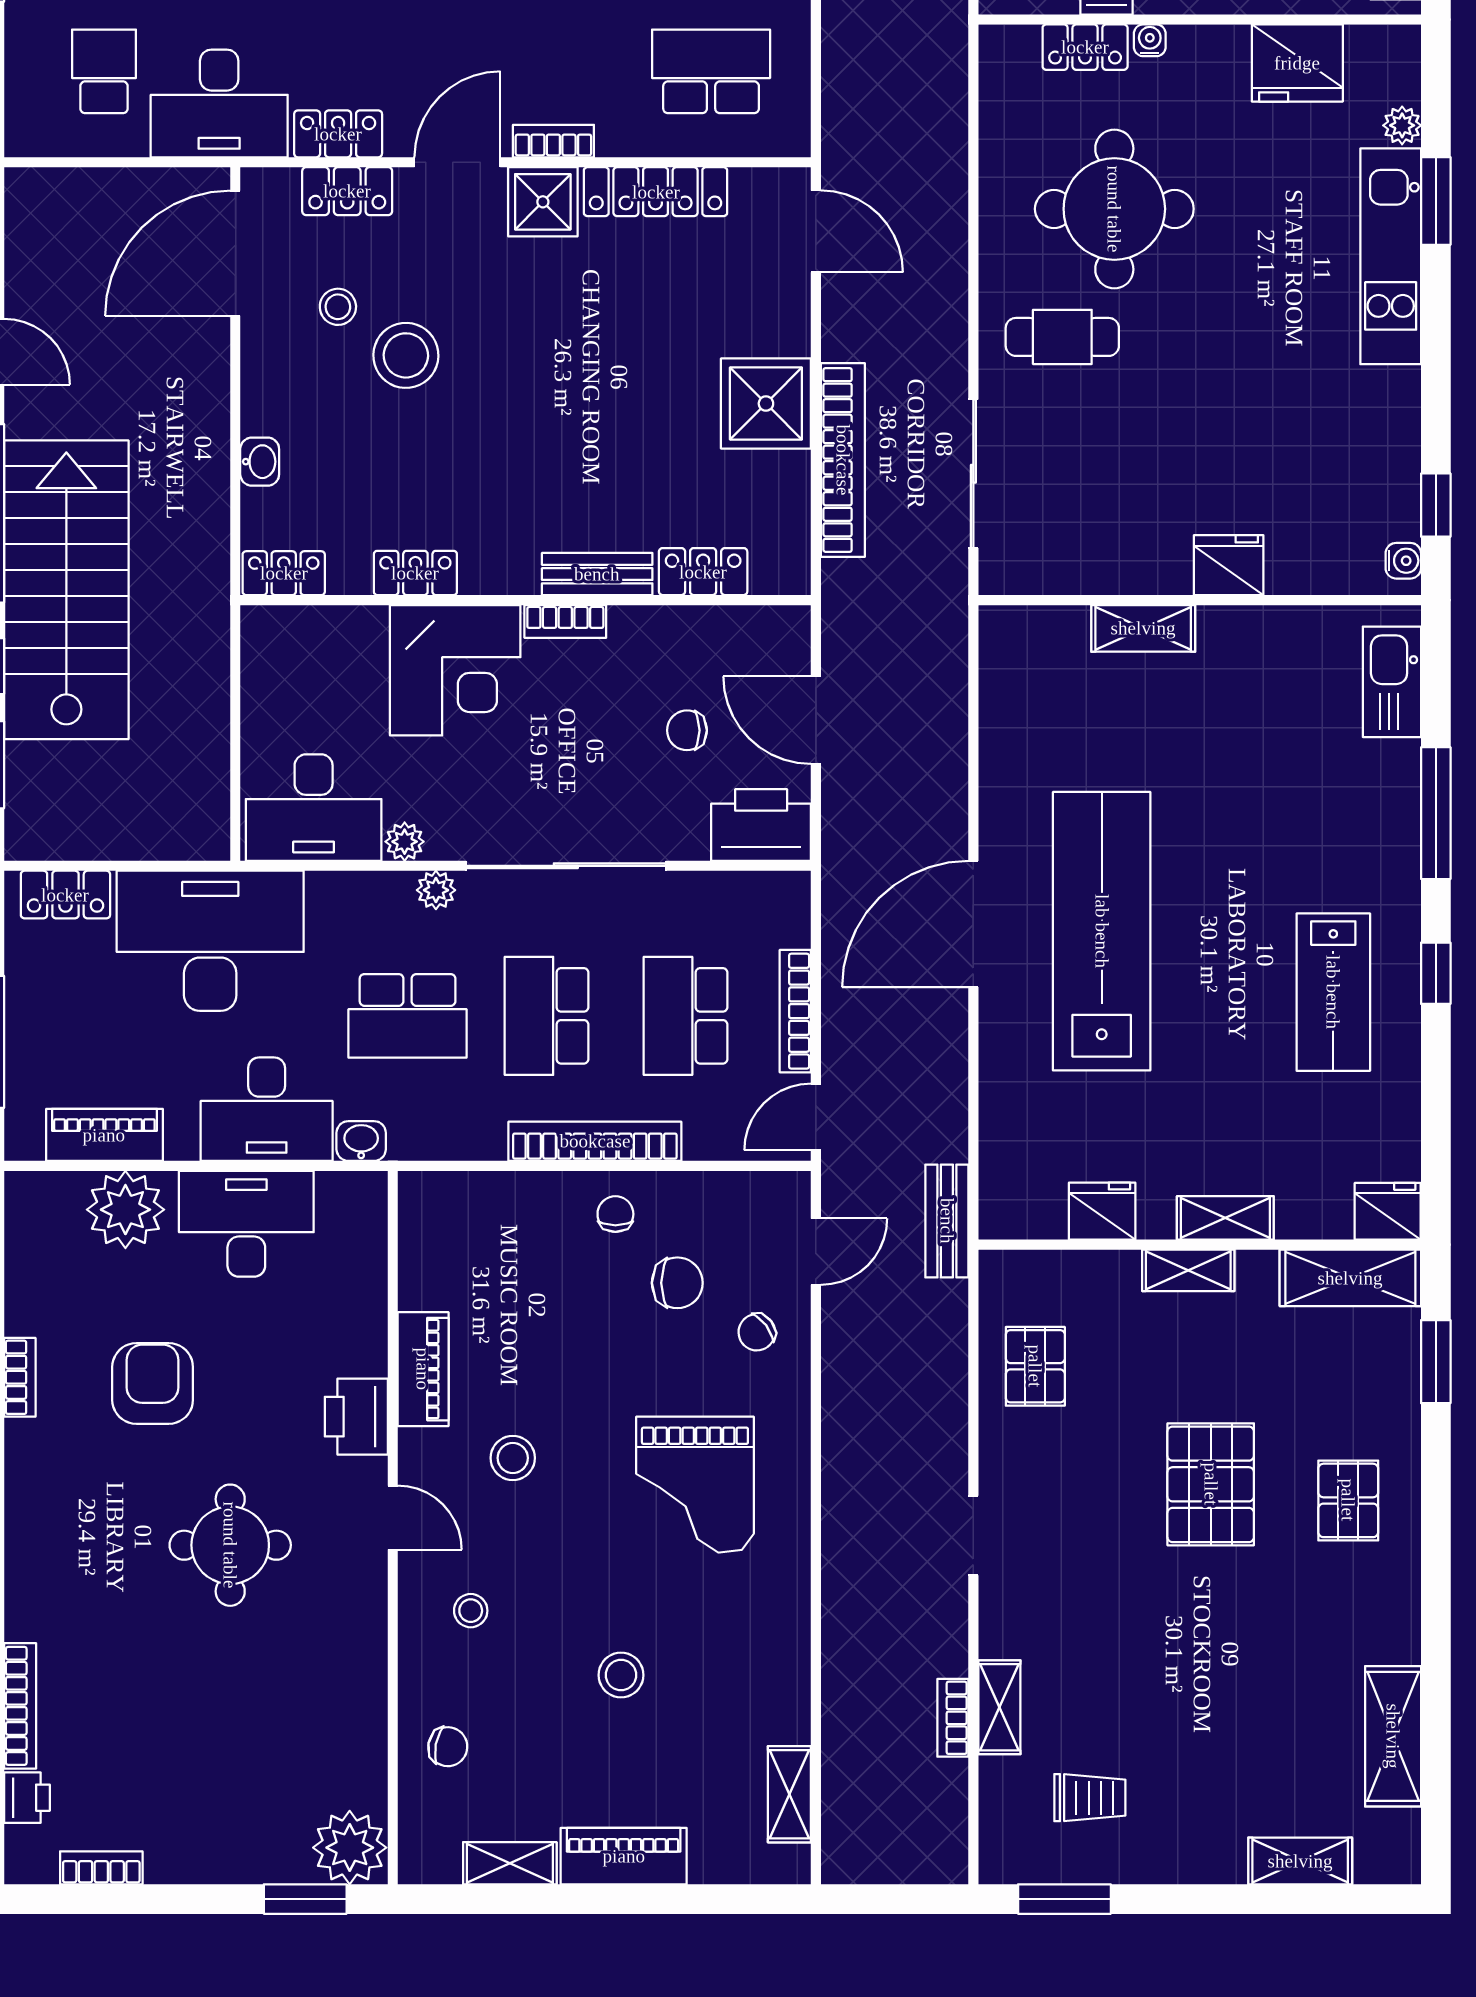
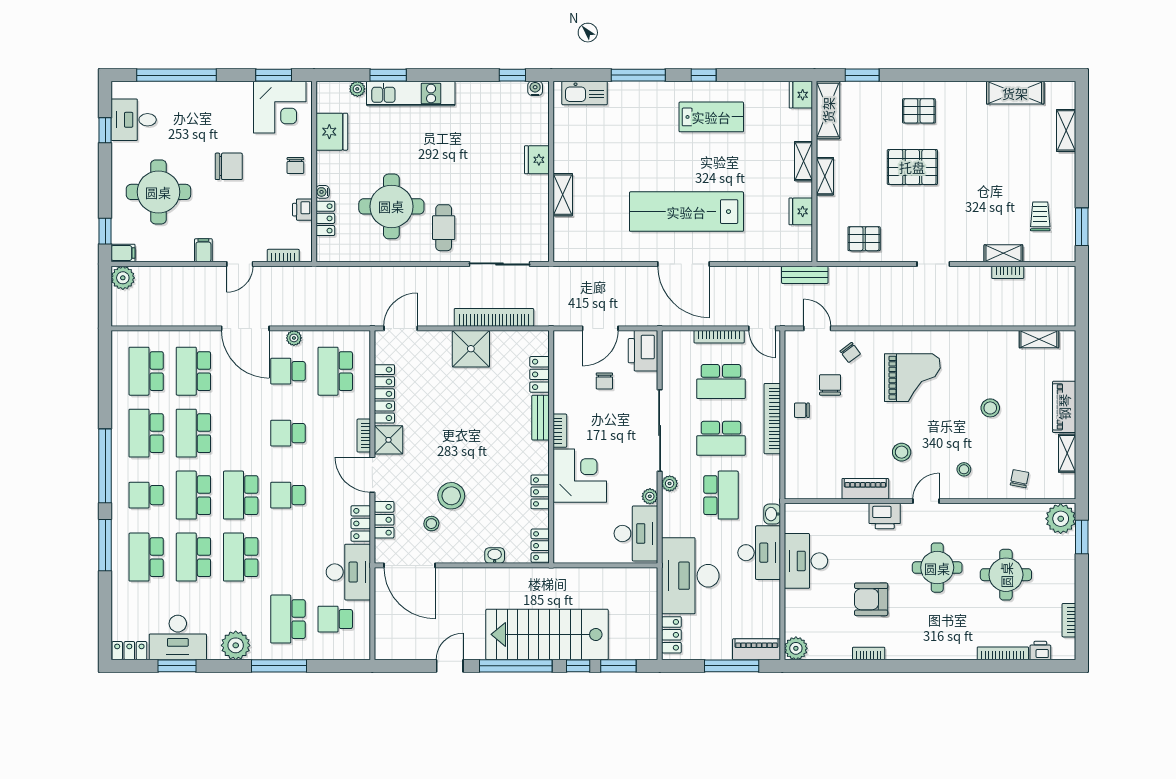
piano: (104, 1135) -> (756, 649), moved, turned 90
plant: (125, 1210) -> (796, 648), moved, width x0.73, depth x0.73
round table: (213, 1713) -> (1006, 575), added

